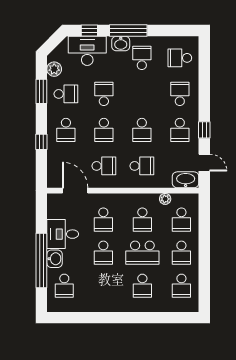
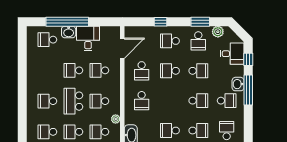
desk: (87, 51) -> (232, 54), width x0.73
school desk: (142, 130) -> (198, 101), moved, turned 180

